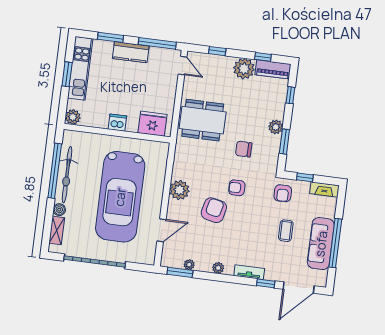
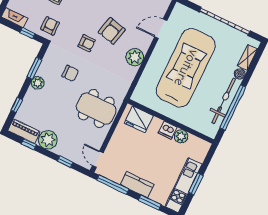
plant: (73, 117) -> (181, 136), moved

